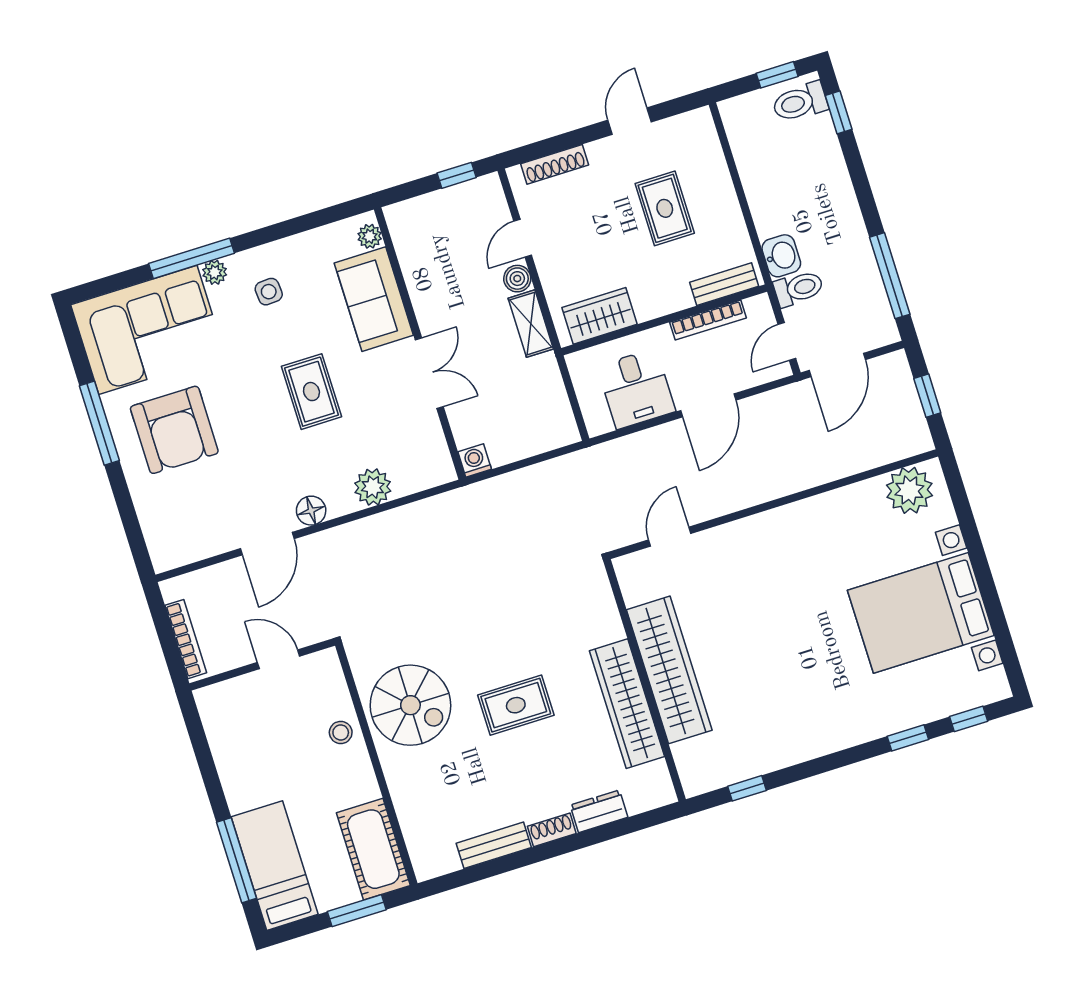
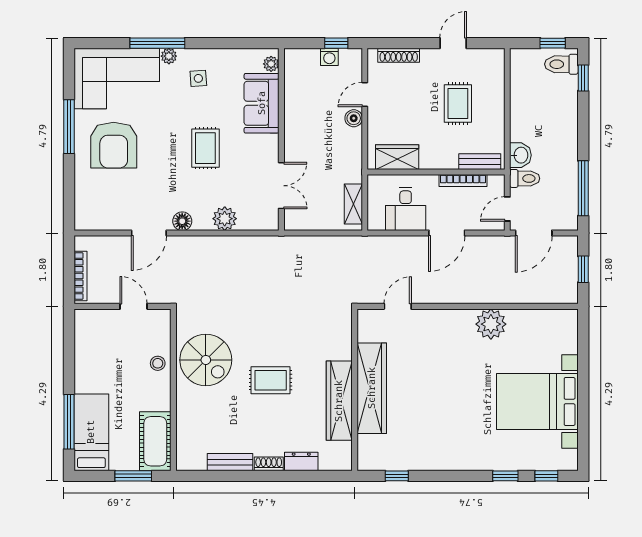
shelving: (531, 324) -> (353, 204), moved
double door: (429, 373) -> (281, 186), moved
washing machine: (475, 461) -> (329, 57), moved, turned 180
plant: (909, 490) -> (491, 324), moved

